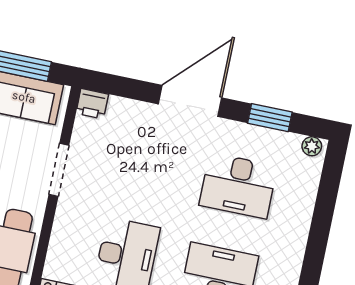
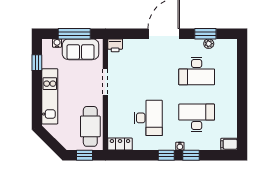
plant: (312, 146) -> (209, 44), moved

